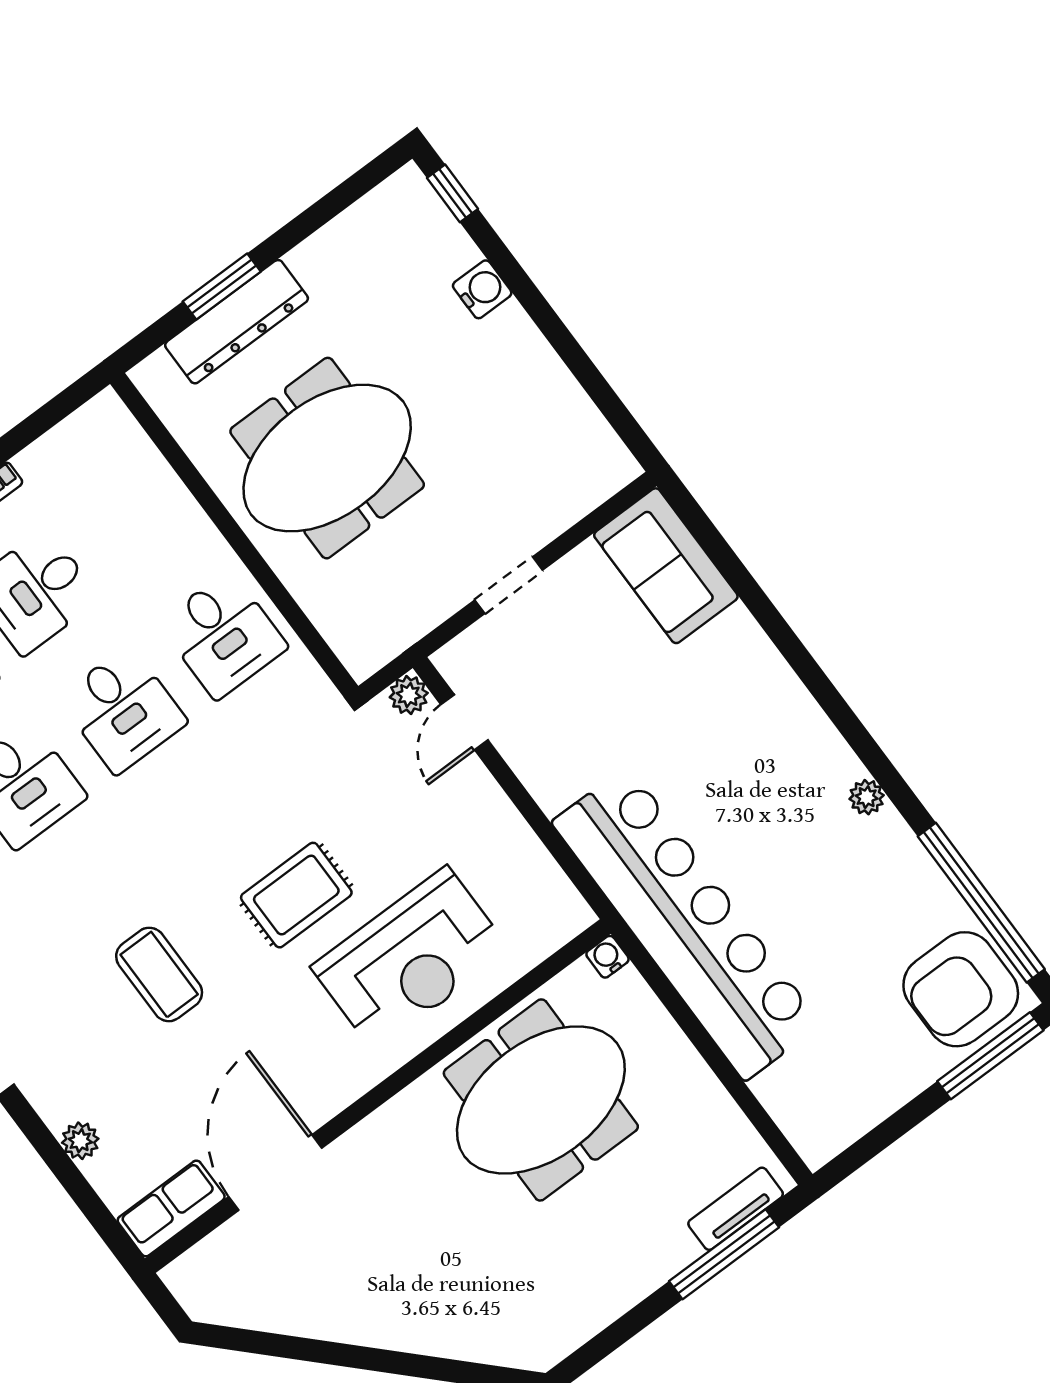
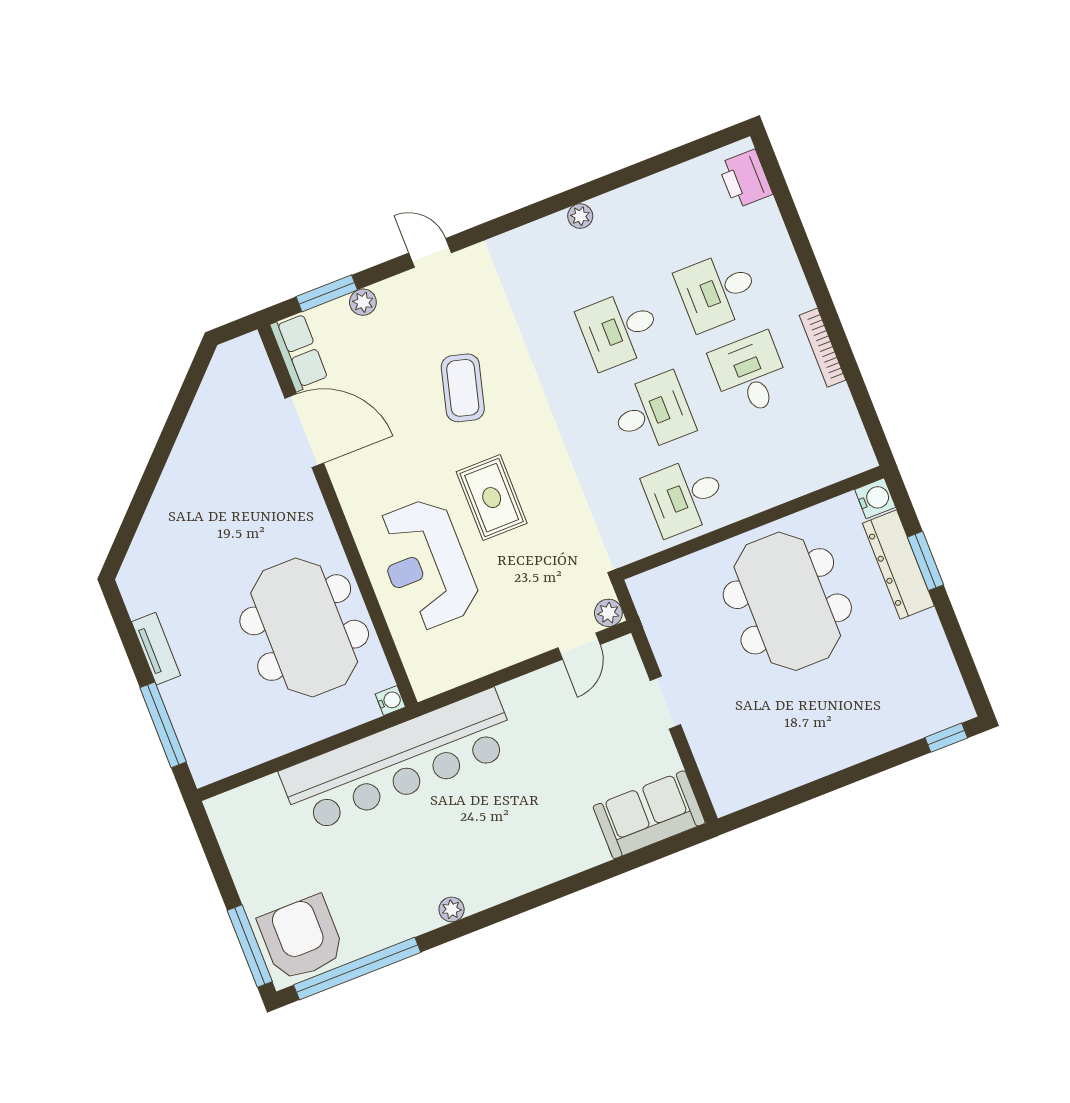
water cooler: (482, 289) -> (875, 498), moved, turned -90
desk: (123, 710) -> (652, 413), turned 180
door: (464, 722) -> (579, 646), swing flipped
coffee table: (159, 974) -> (463, 388), turned -75
window: (82, 1193) -> (327, 293), added
tv unit: (736, 1209) -> (156, 649), moved

